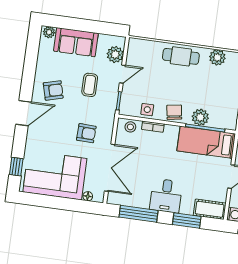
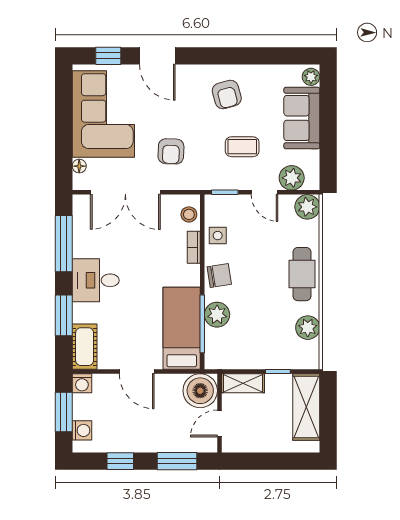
plant: (136, 47) -> (307, 207), added
door: (24, 113) -> (157, 56), moved

